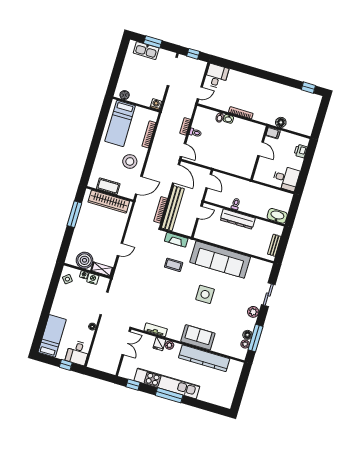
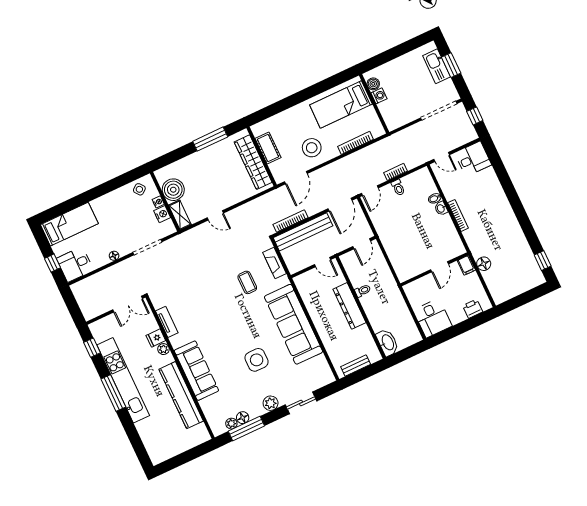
washing machine: (156, 104) -> (379, 96), moved
door: (139, 185) -> (296, 178), hinge flipped
side table: (205, 294) -> (257, 360), moved
sofa: (198, 337) -> (196, 371), width x1.36

